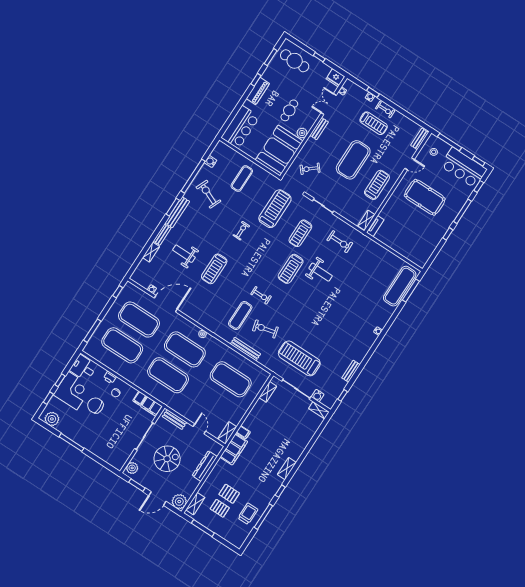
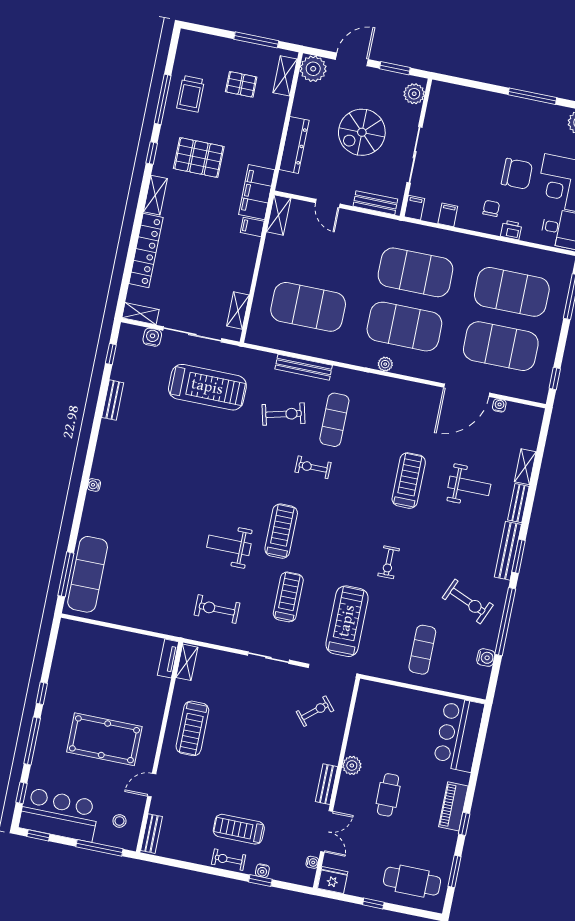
booth: (279, 151) -> (378, 721), removed
exercise mat: (353, 160) -> (249, 754), removed
treadmill: (275, 209) -> (347, 621), turned 180
filing cabinet: (151, 406) -> (414, 208), width x0.50
locker: (303, 442) -> (146, 251), added
pallet: (229, 494) -> (199, 158), moved, width x1.50, depth x1.42

